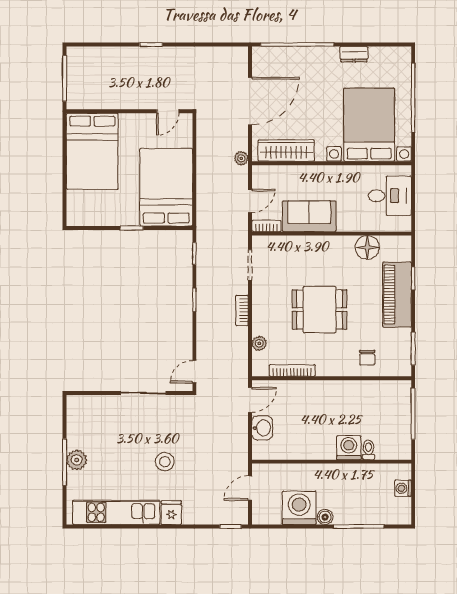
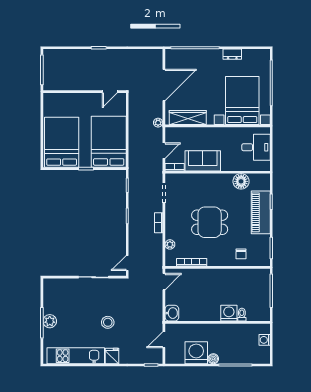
bed: (92, 151) -> (62, 142), moved, turned 180
washbasin: (262, 428) -> (172, 313), moved

